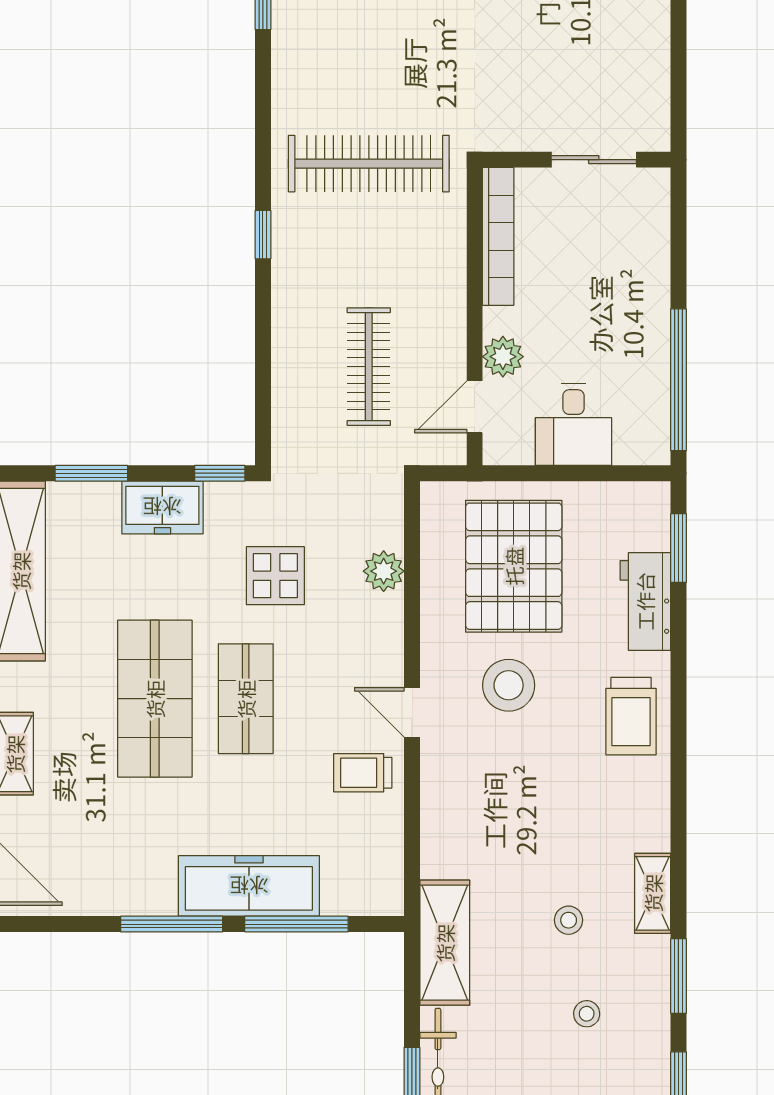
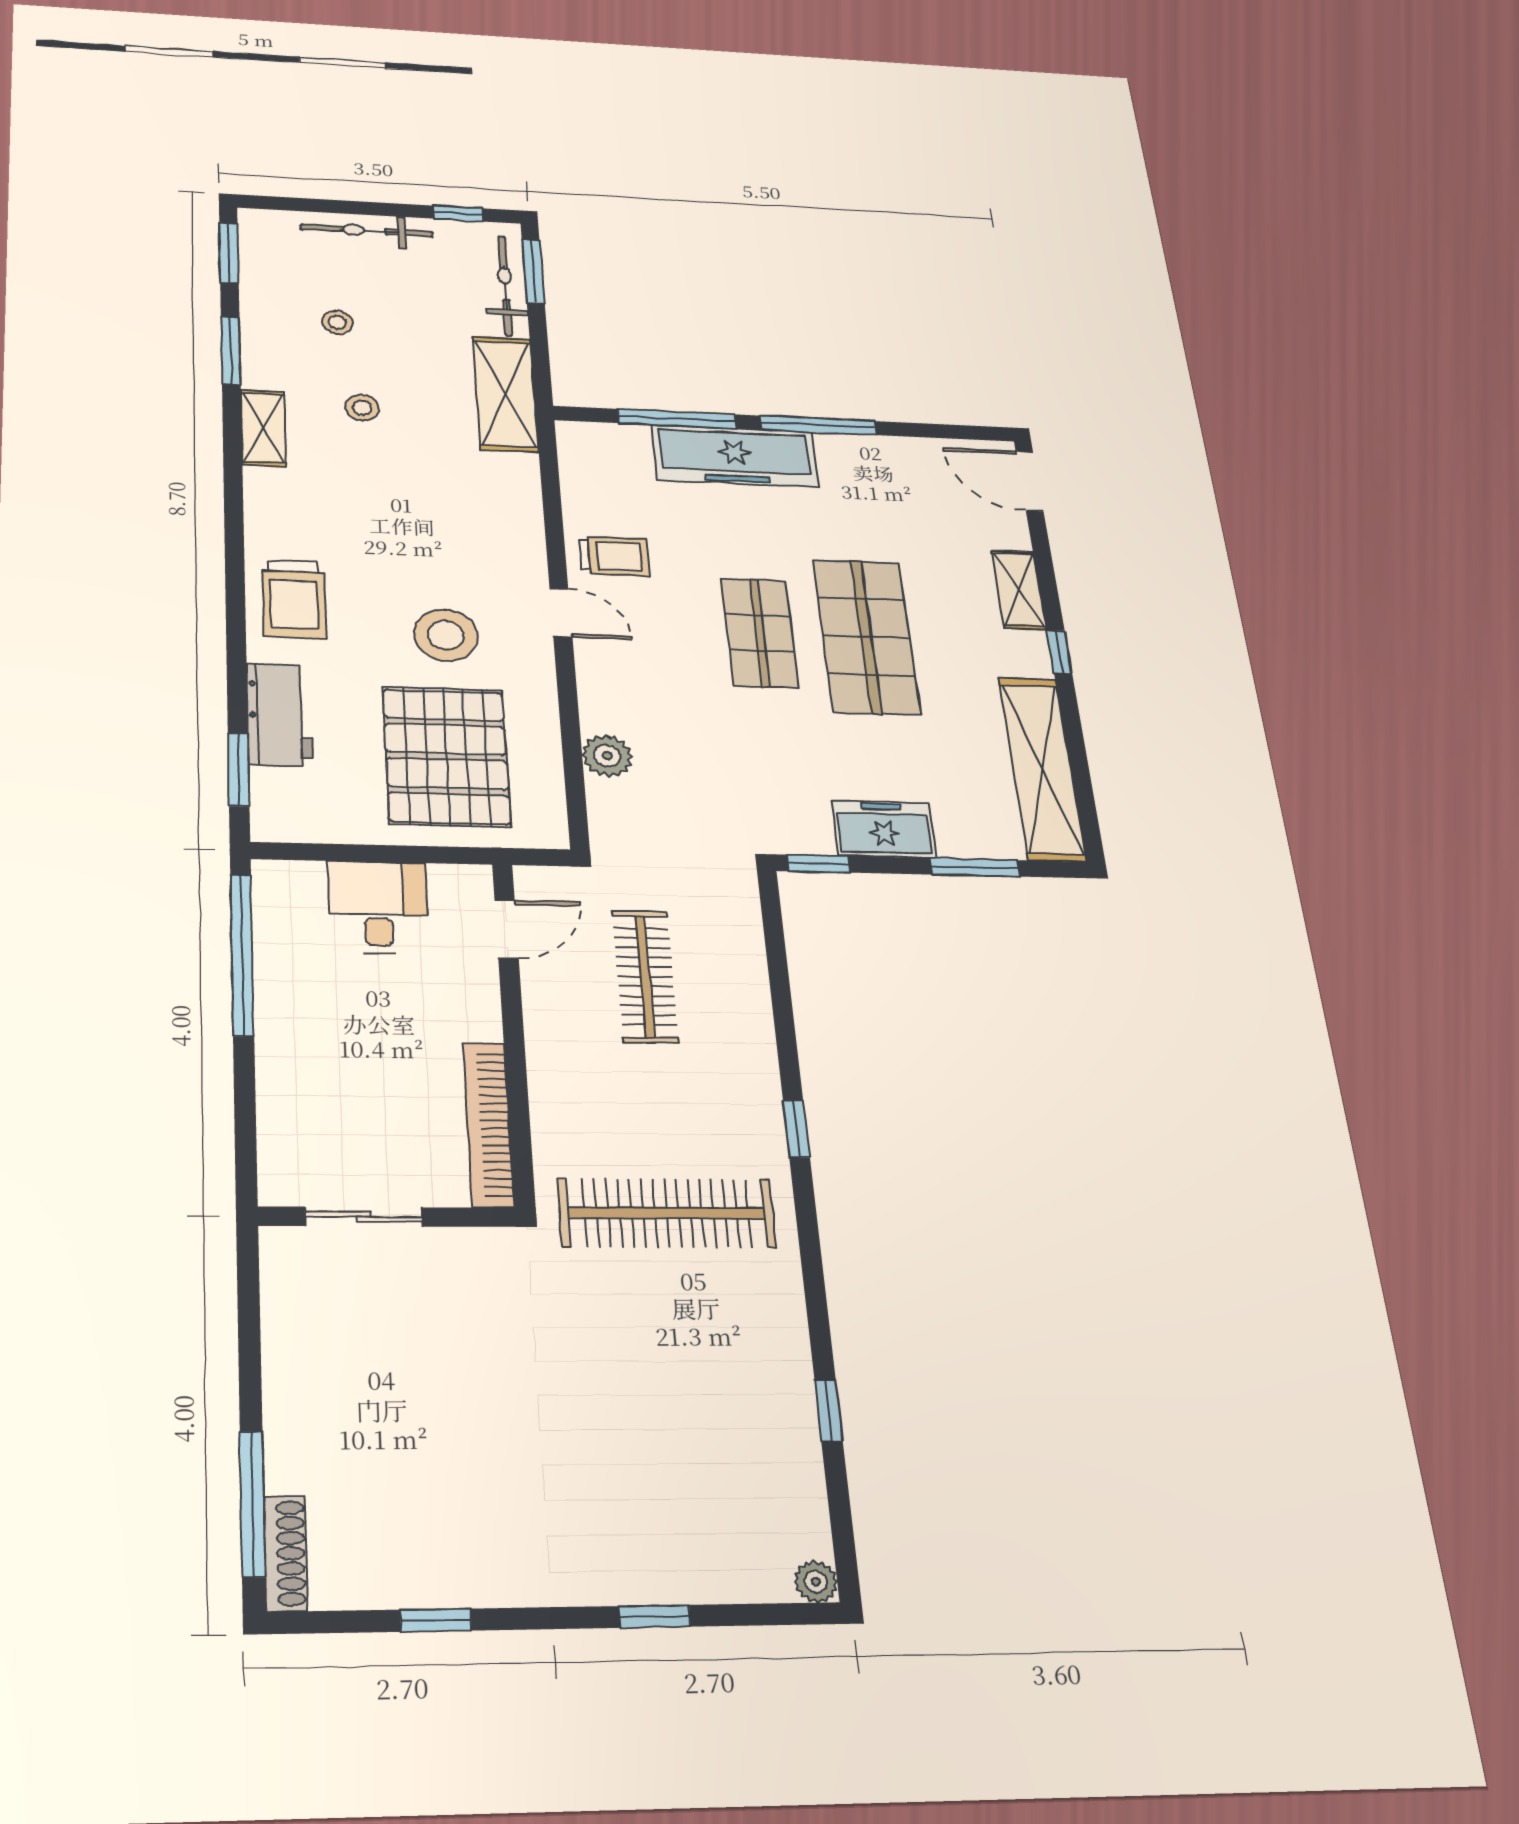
plant: (503, 357) -> (473, 985), removed
display table: (275, 576) -> (739, 755), removed
trolley: (631, 716) -> (294, 599), turned 180

